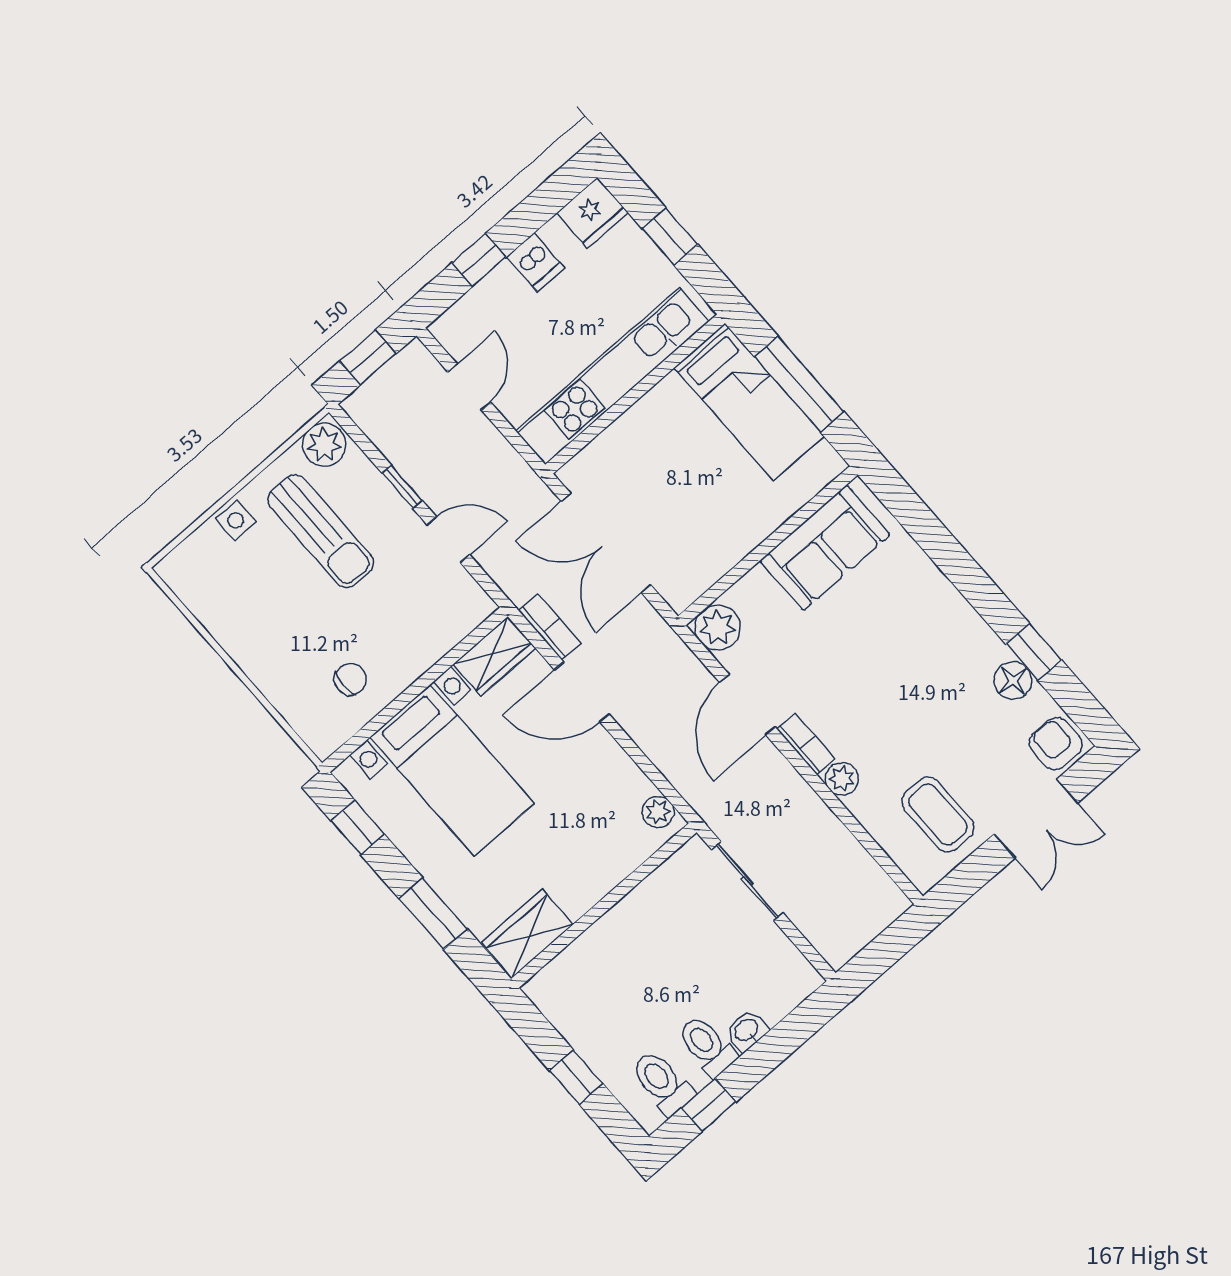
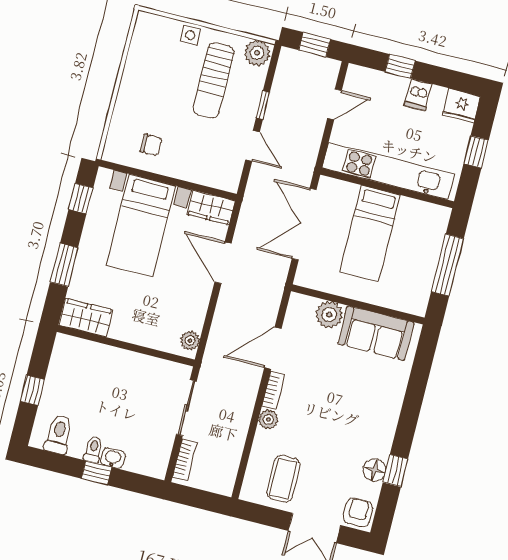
bed: (749, 402) -> (370, 233), moved
bookcase: (550, 627) -> (185, 460), moved
plant: (718, 627) -> (329, 315), moved
toilet: (707, 1046) -> (93, 449), width x0.73, depth x0.72
window: (709, 1105) -> (97, 473), moved

